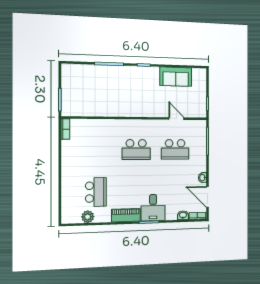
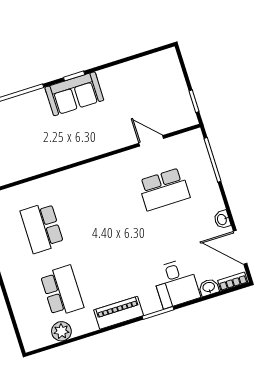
sofa: (176, 77) -> (74, 94), moved
school desk: (136, 150) -> (42, 228), moved, turned 90
desk: (153, 208) -> (176, 283), moved

